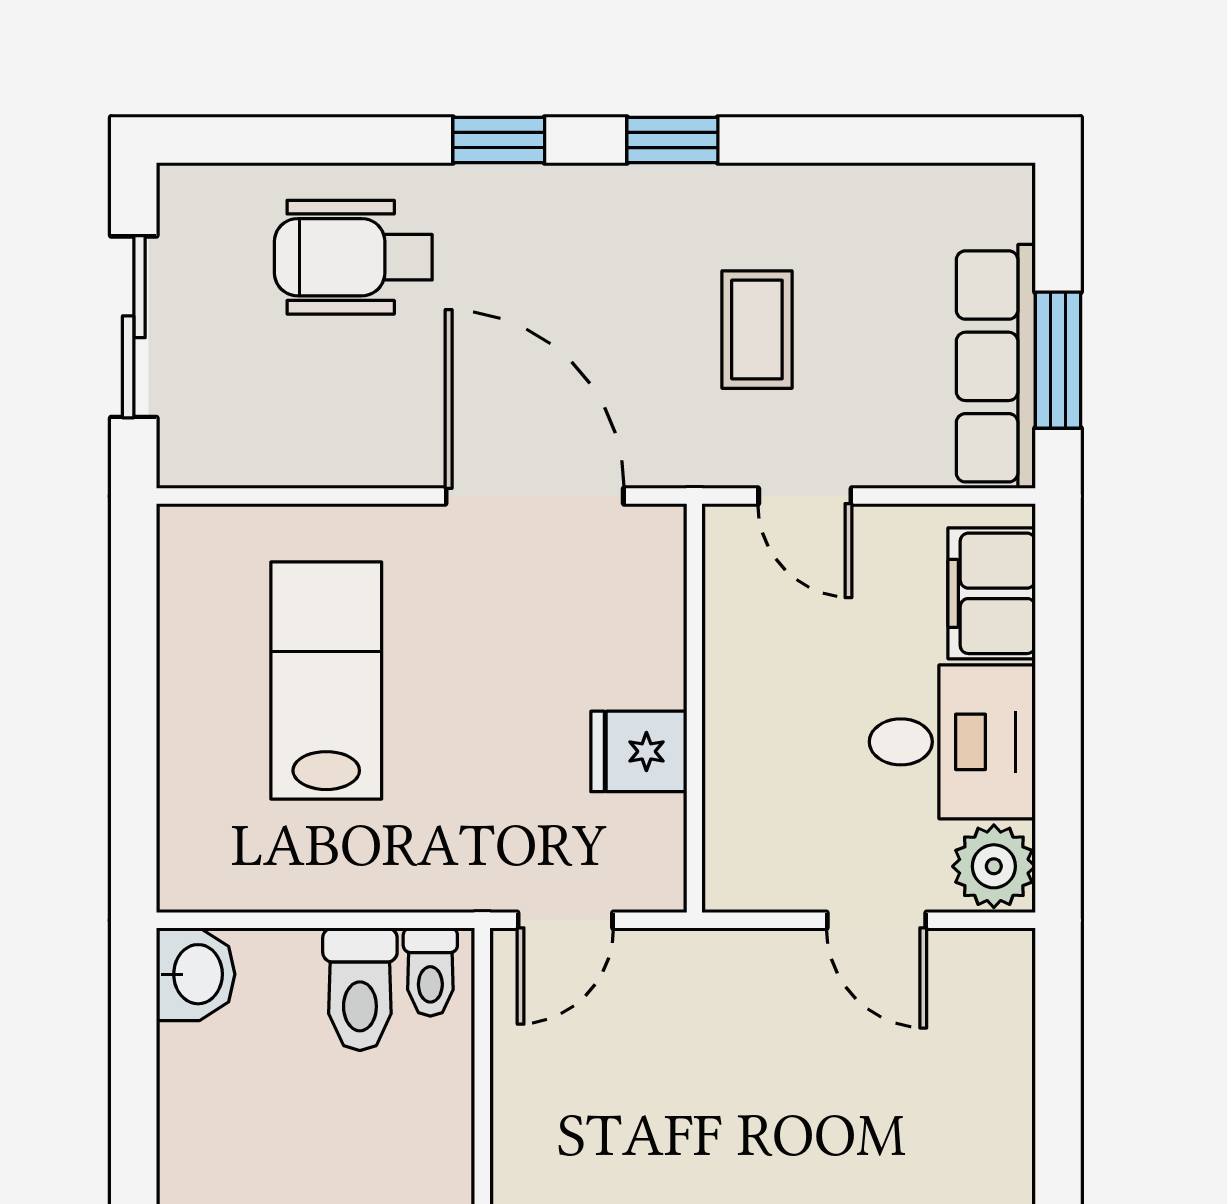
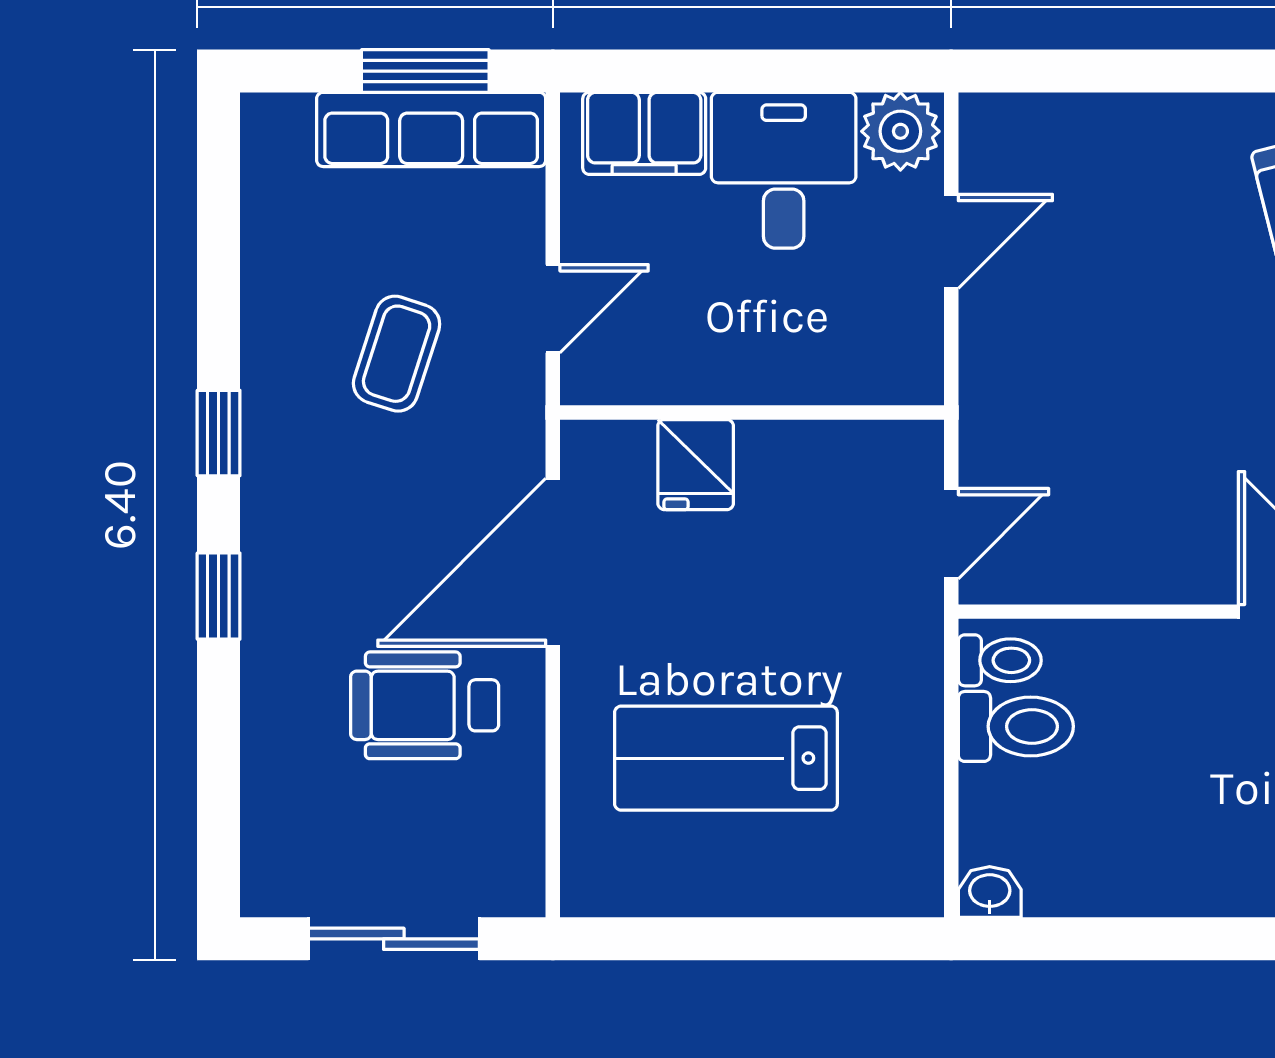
wheelchair: (353, 257) -> (425, 705), moved, turned 90
coffee table: (757, 330) -> (397, 354), turned -72
fridge: (639, 751) -> (696, 465), moved
door: (565, 920) -> (951, 534), hinge flipped
washbasin: (196, 974) -> (990, 892), width x0.72, depth x0.69

